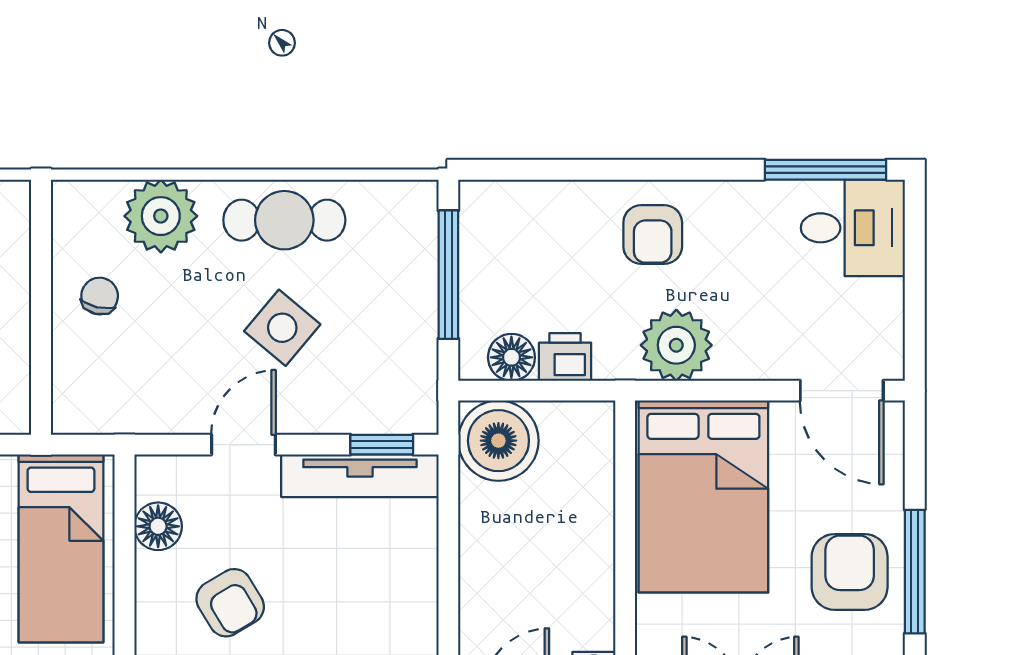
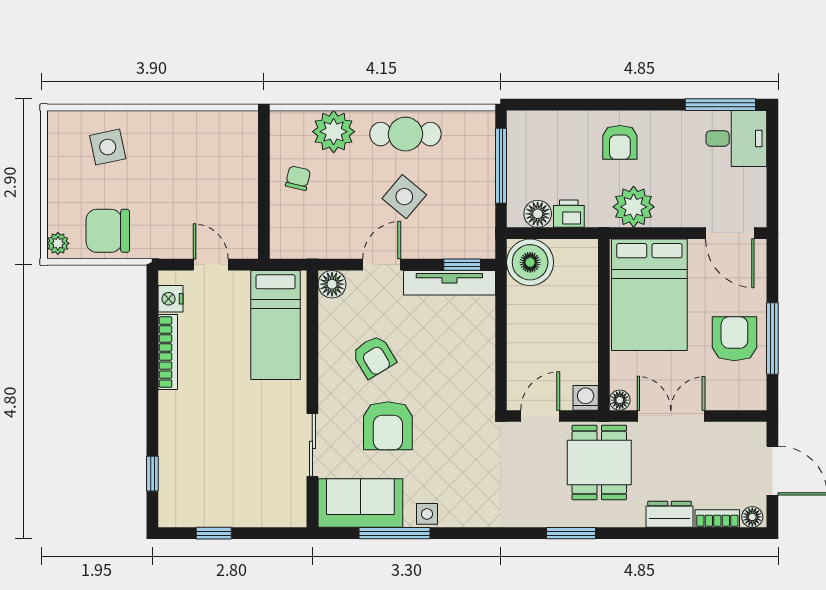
floor lamp: (158, 526) -> (332, 284), moved

